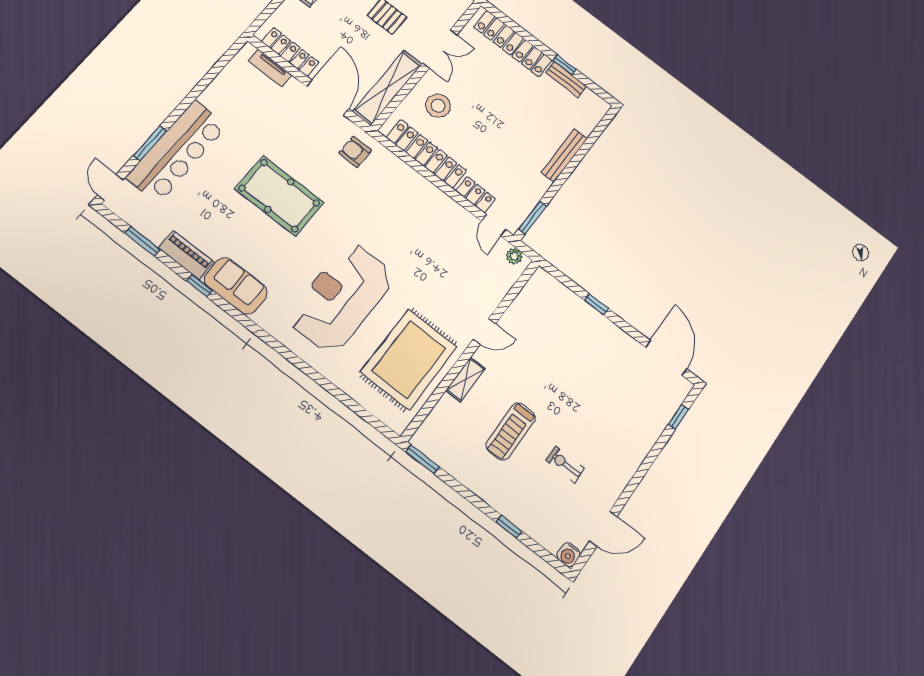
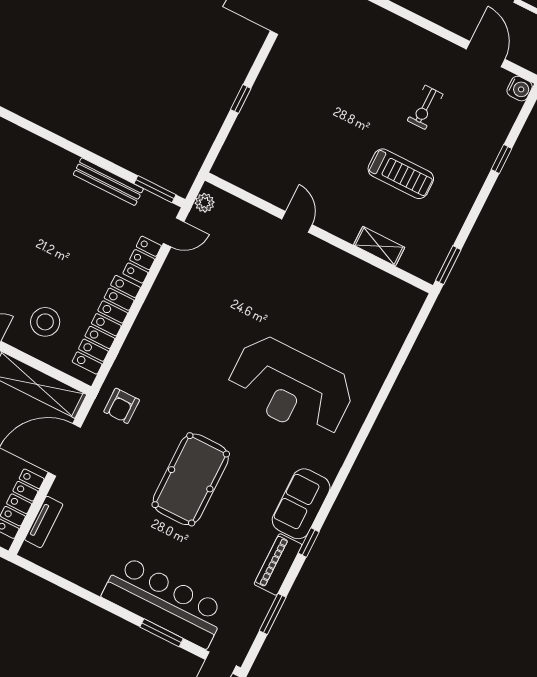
bench: (564, 155) -> (108, 182), moved
rug: (409, 359) -> (344, 300), removed
shelving: (466, 379) -> (379, 246), moved

